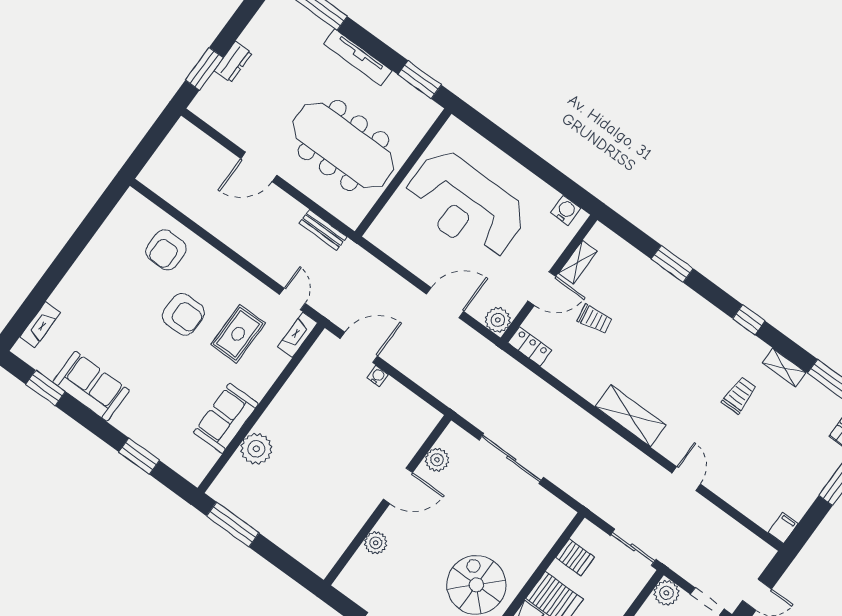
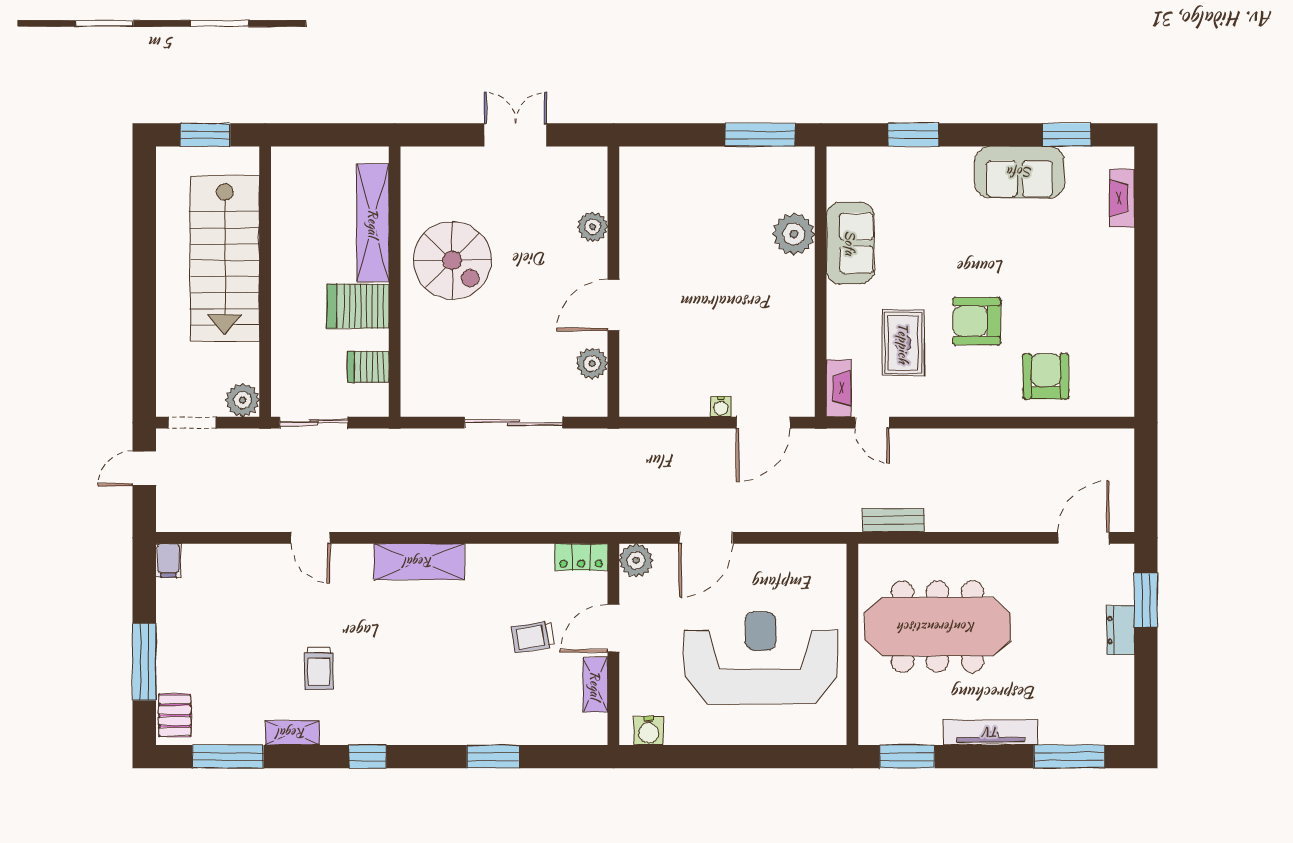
door: (259, 167) -> (1083, 538), moved

